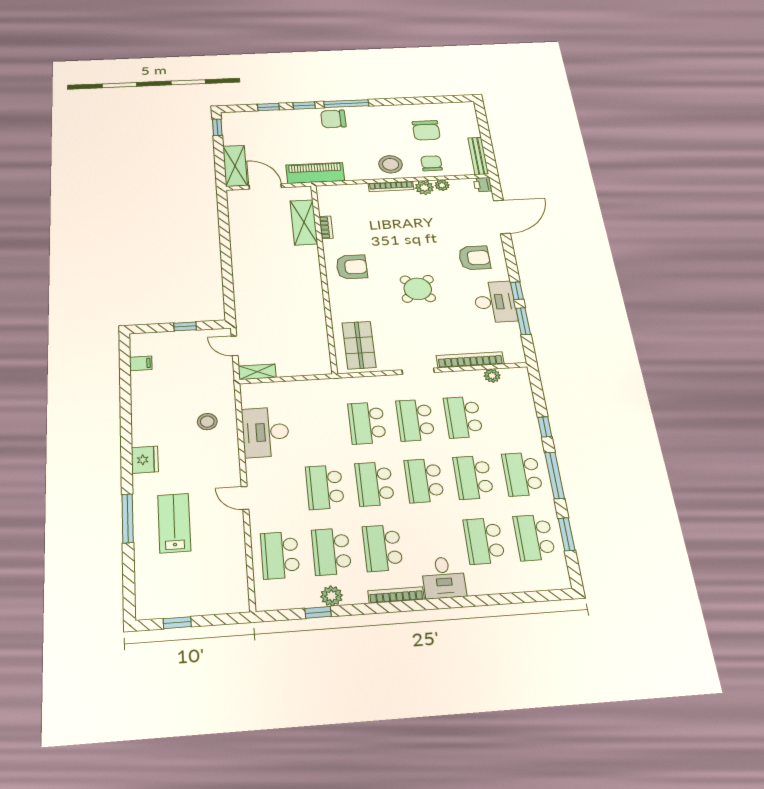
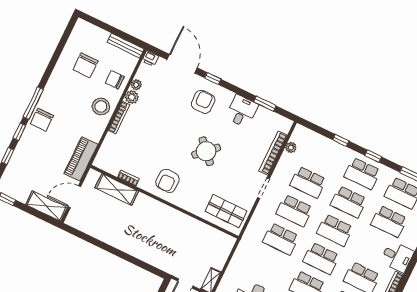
chair: (426, 130) -> (85, 65), turned 90
armchair: (352, 267) -> (167, 181), turned 180
window: (517, 291) -> (213, 79), moved
desk: (495, 302) -> (242, 111), width x0.73
window: (555, 475) -> (373, 156), width x0.46

